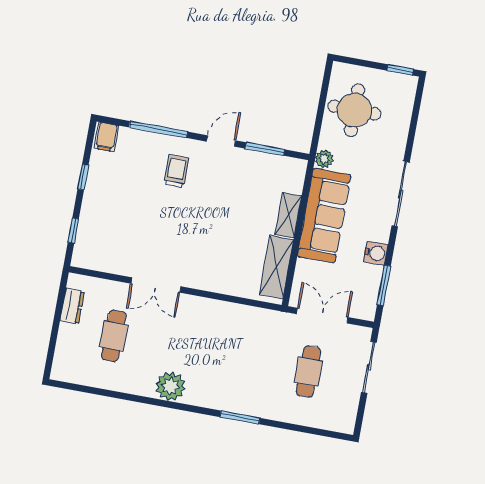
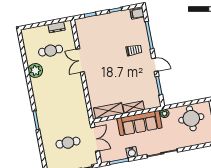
plant: (170, 386) -> (35, 70), moved

